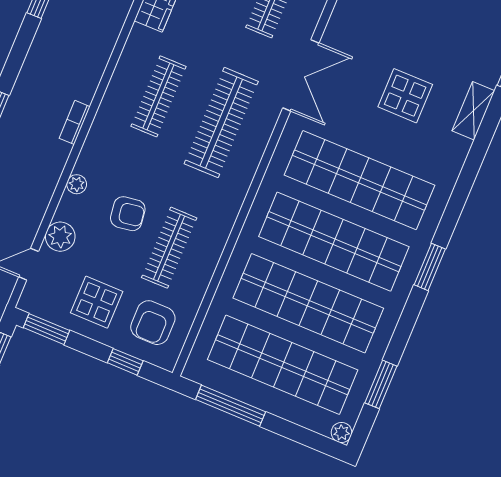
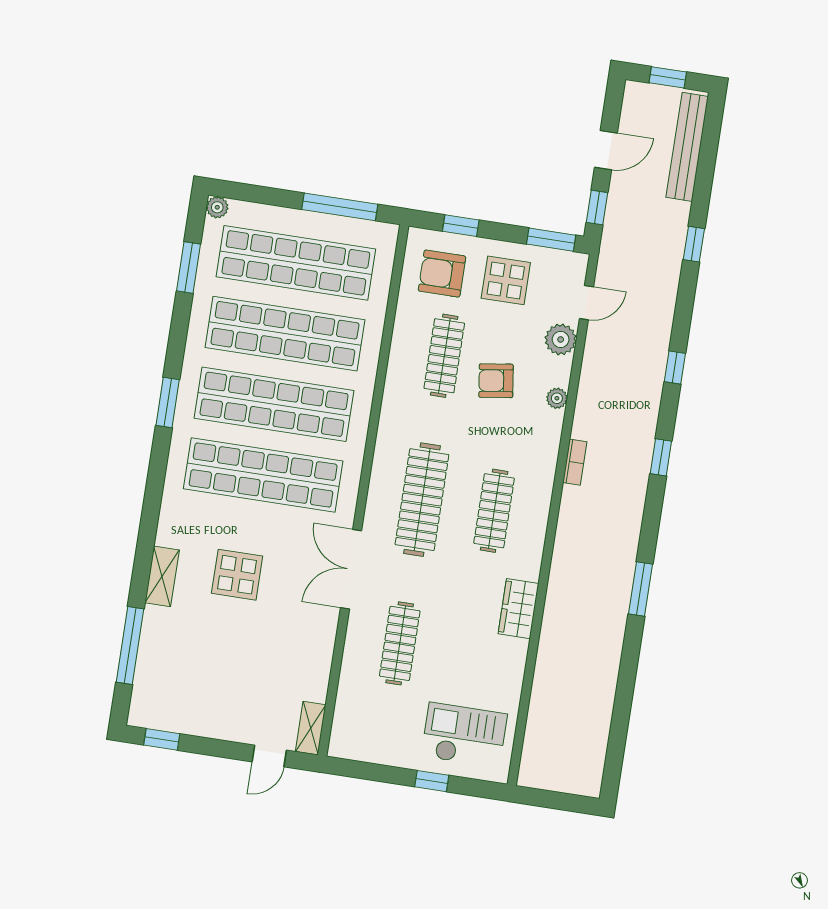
armchair: (153, 323) -> (442, 274), turned -90

